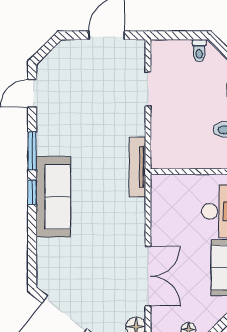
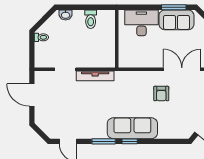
tv unit: (137, 167) -> (95, 76), moved
armchair: (109, 243) -> (161, 94), added

